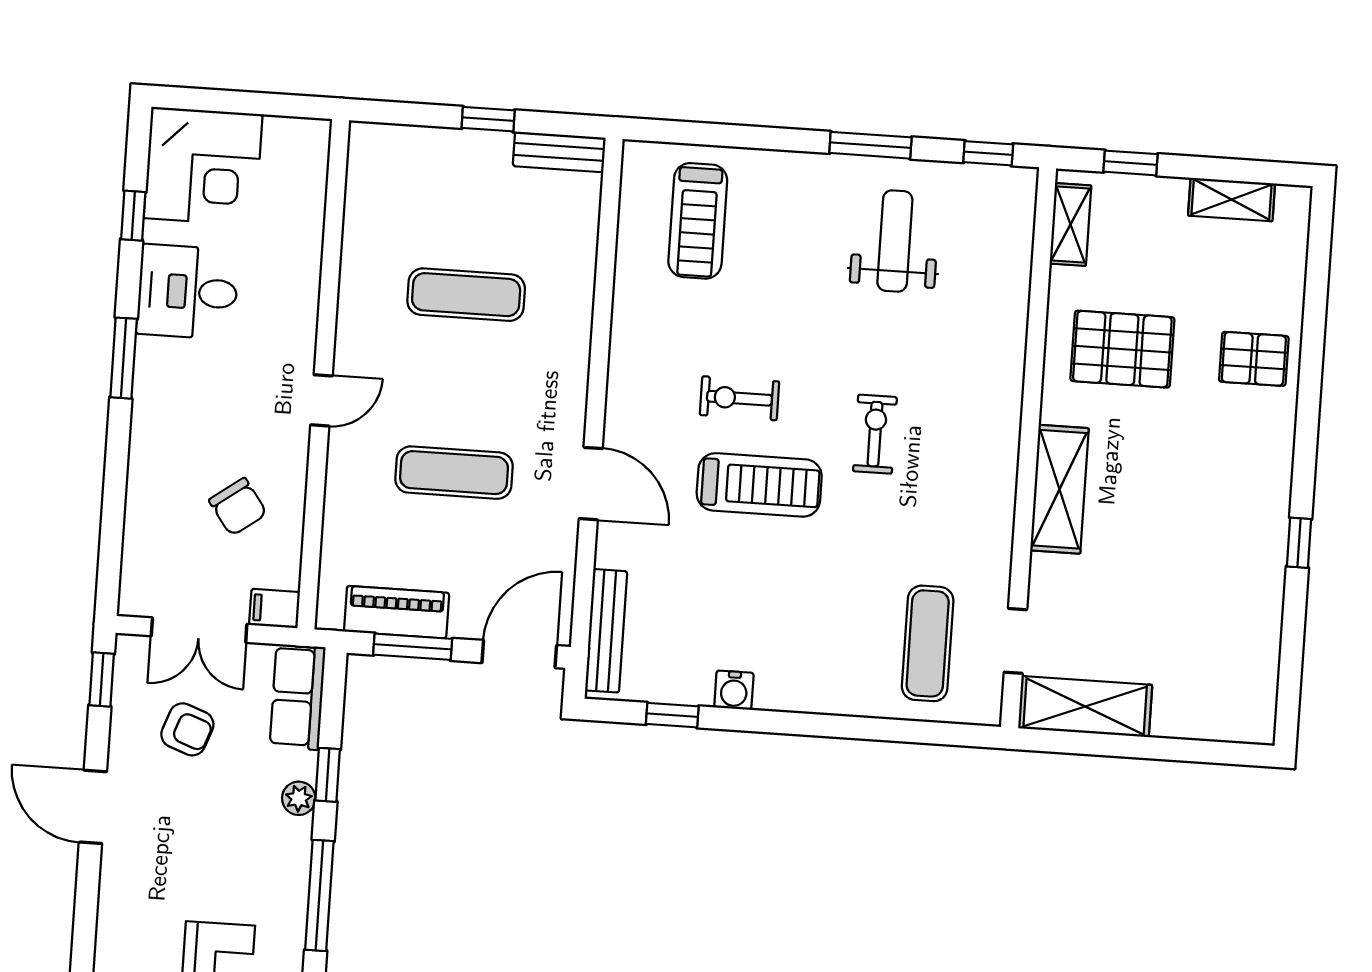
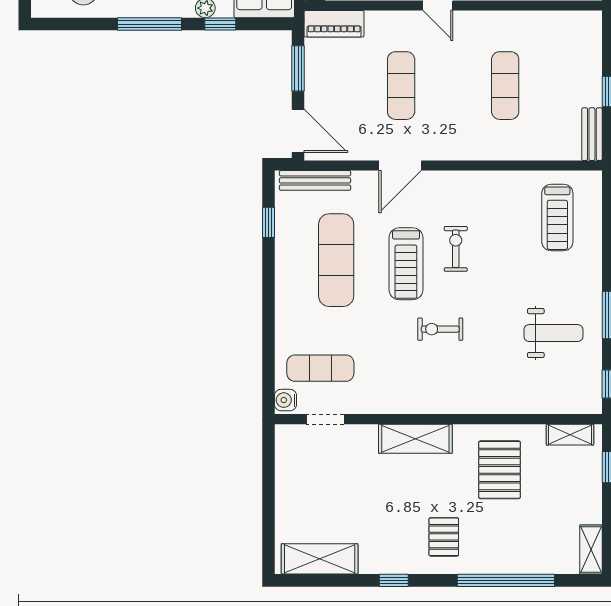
shelving: (1232, 199) -> (591, 550), moved
treadmill: (698, 221) -> (557, 218), turned -90
window: (1312, 351) -> (506, 580), added
pallet: (1254, 359) -> (444, 537), moved
exercise bike: (875, 434) -> (440, 329), turned 180
exercise mat: (745, 604) -> (336, 260), added
piano: (397, 612) -> (334, 24), moved, turned 90
water cooler: (734, 690) -> (286, 400), moved
shelving: (1085, 706) -> (320, 559), moved, turned 90

